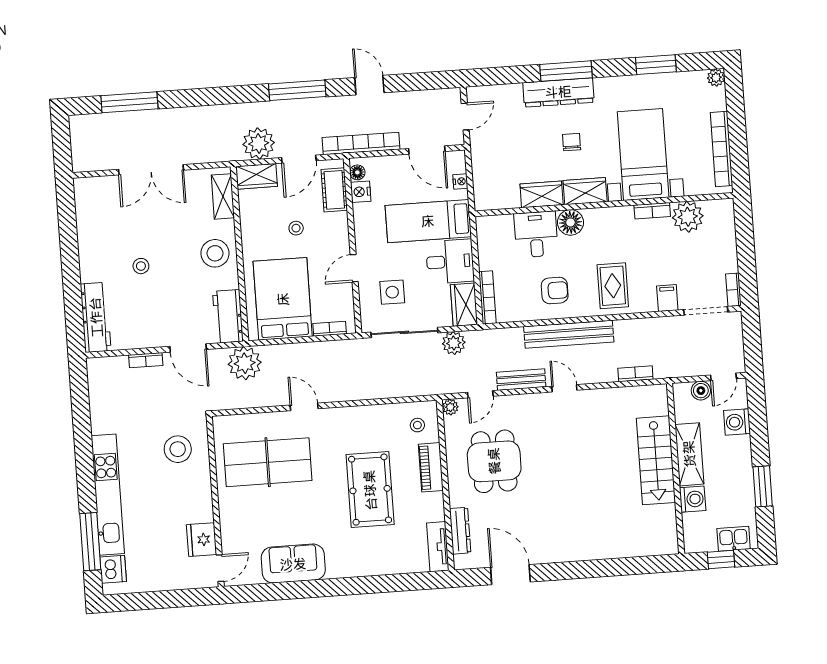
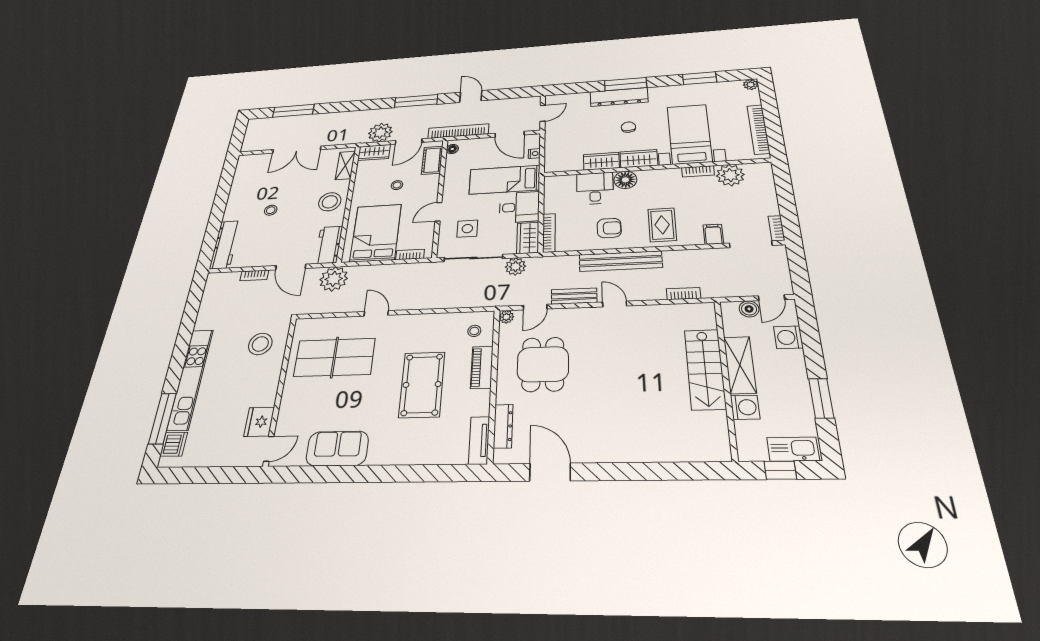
nightstand: (361, 192) -> (453, 161), removed
kitchen sink: (734, 539) -> (793, 449), width x1.38

